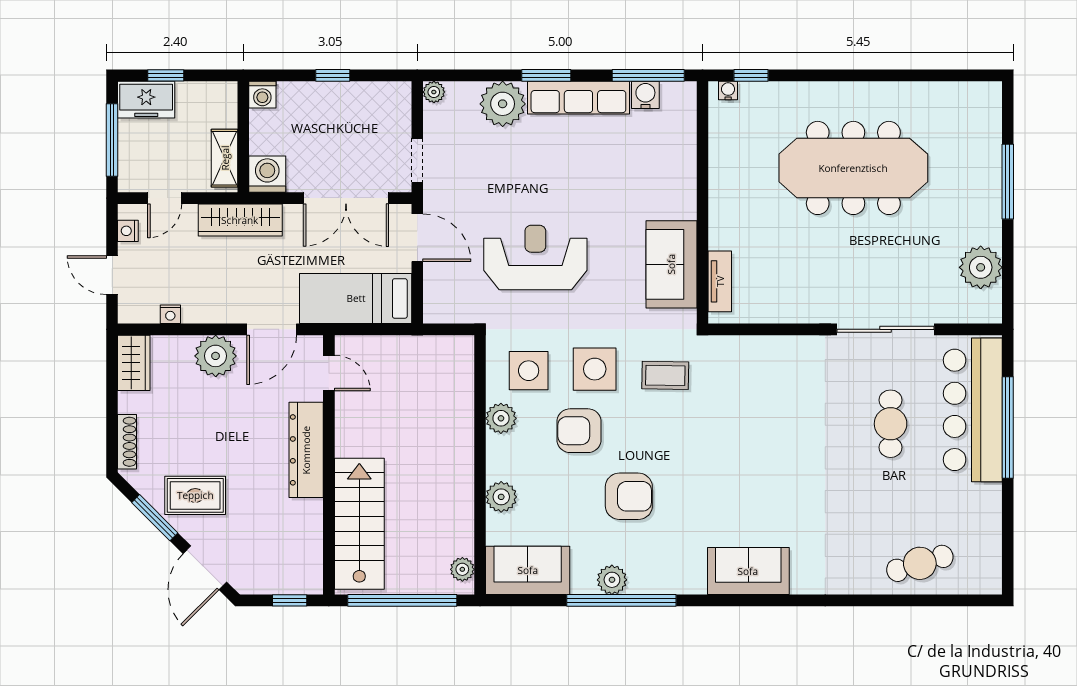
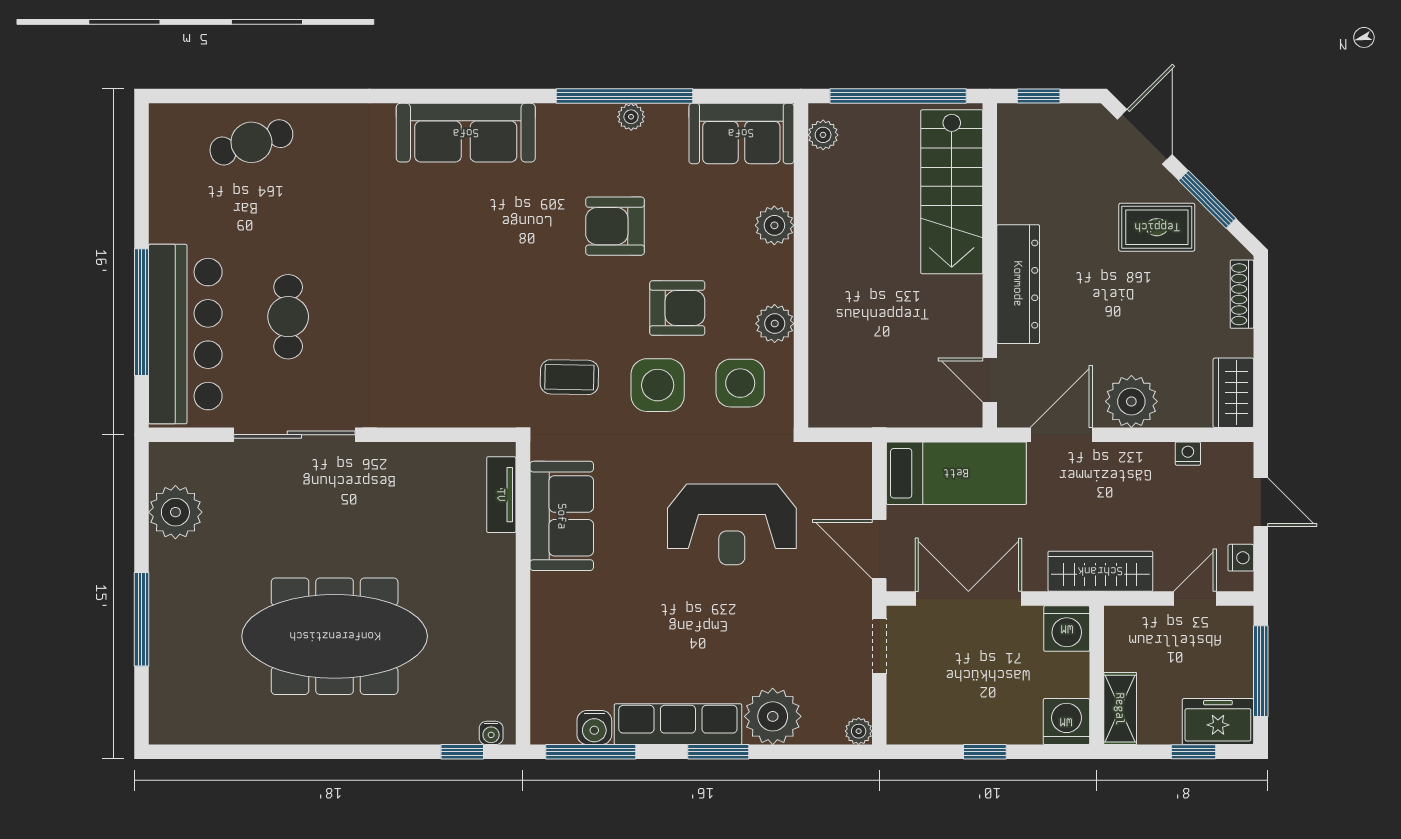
washing machine: (262, 95) -> (1066, 722), width x1.38, depth x1.38
shelving: (225, 158) -> (1120, 709), moved
sofa: (748, 571) -> (466, 133), width x1.36
plant: (612, 580) -> (631, 117), width x0.73, depth x0.73

